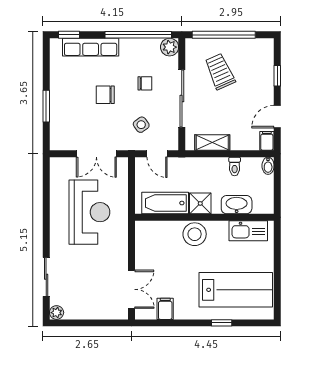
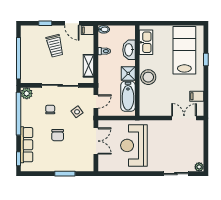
trolley: (220, 72) -> (55, 46), moved, turned -80
reception desk: (89, 212) -> (134, 145), turned -90

